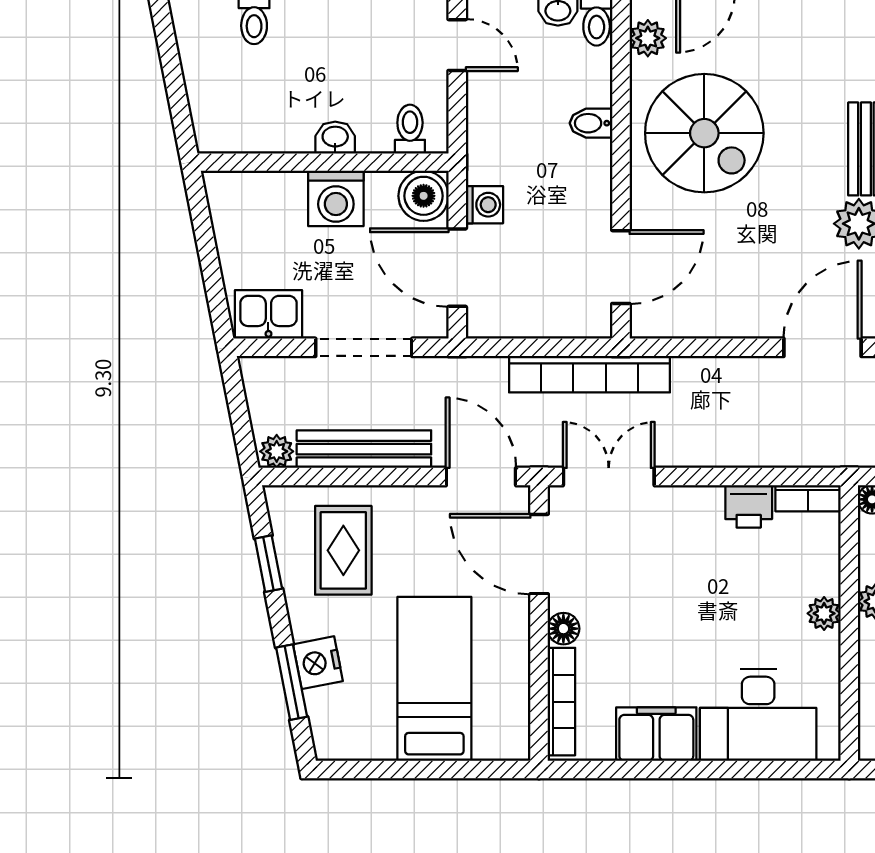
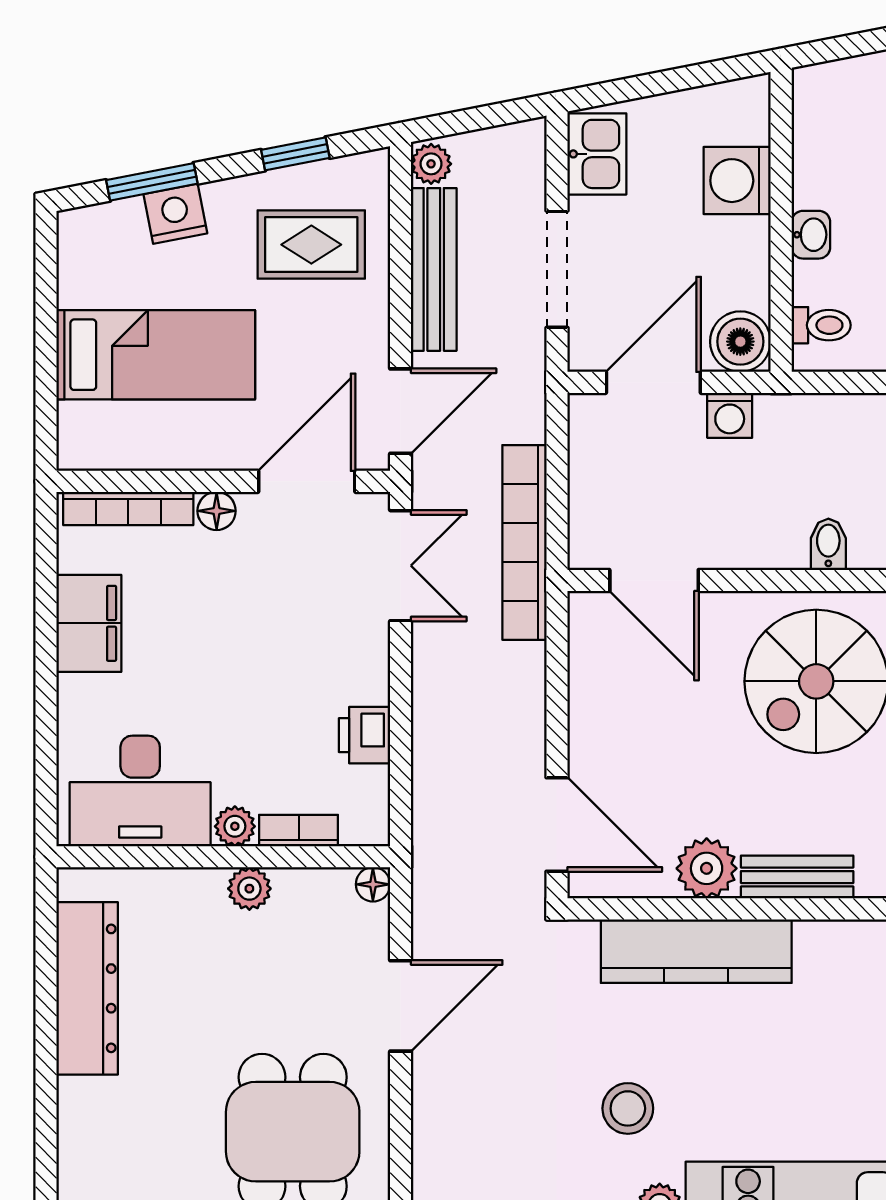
washing machine: (336, 198) -> (737, 181), moved
bookcase: (808, 498) -> (299, 831), moved, turned 90
desk: (758, 715) -> (140, 791), moved, turned -90

